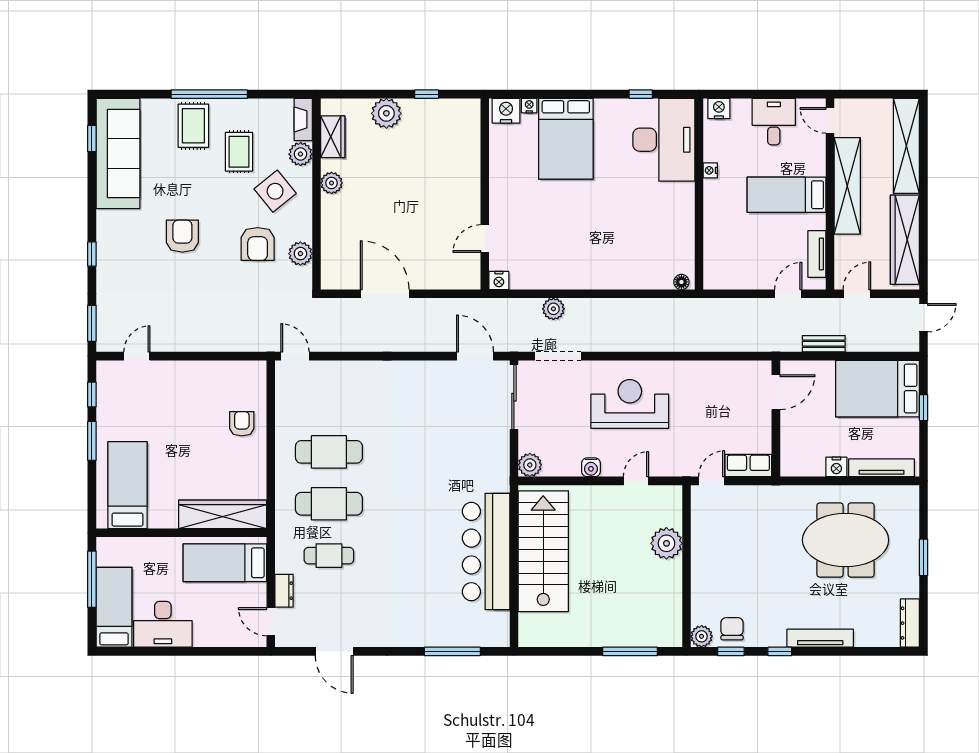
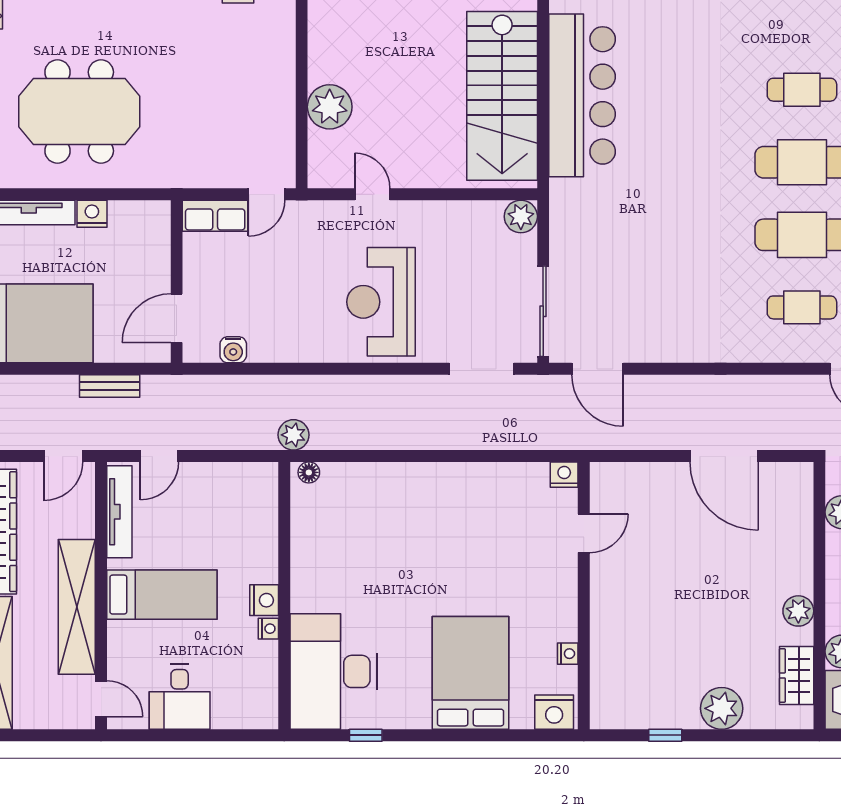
nightstand: (529, 106) -> (568, 654), moved, turned -90
nightstand: (719, 109) -> (264, 600), moved, turned -90
tv unit: (817, 254) -> (119, 512), width x1.41
plant: (553, 309) -> (293, 435), moved
cafe table: (329, 400) -> (802, 307), added
reception desk: (630, 404) -> (381, 302), turned 90
water cooler: (591, 467) -> (233, 350), moved, turned 180
door: (636, 481) -> (372, 194), swing flipped

